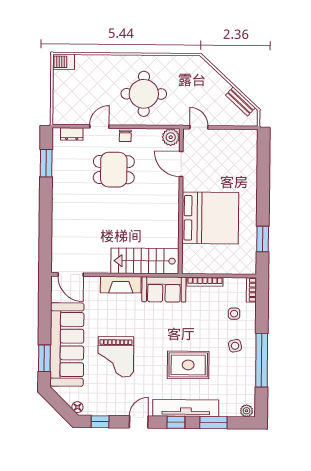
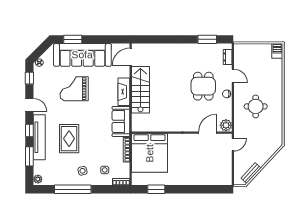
round table: (144, 94) -> (256, 106), width x0.73, depth x0.73
bed: (210, 218) -> (150, 153), moved
stairs: (145, 261) -> (140, 90), moved

